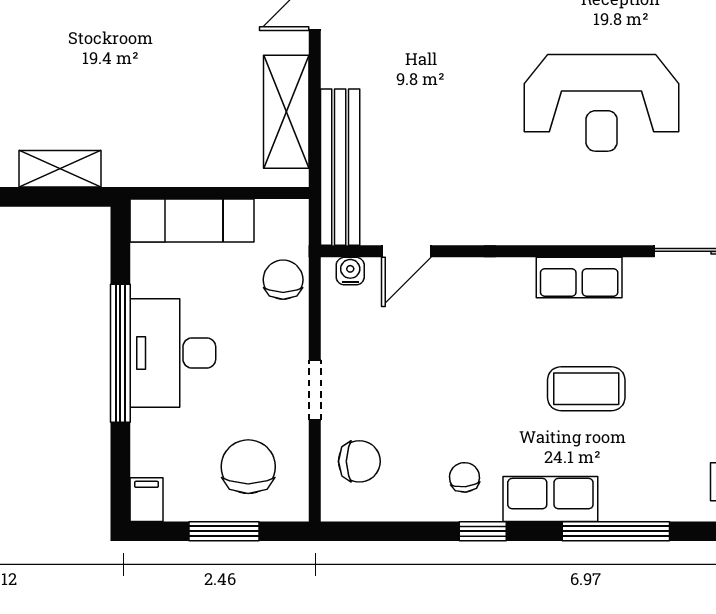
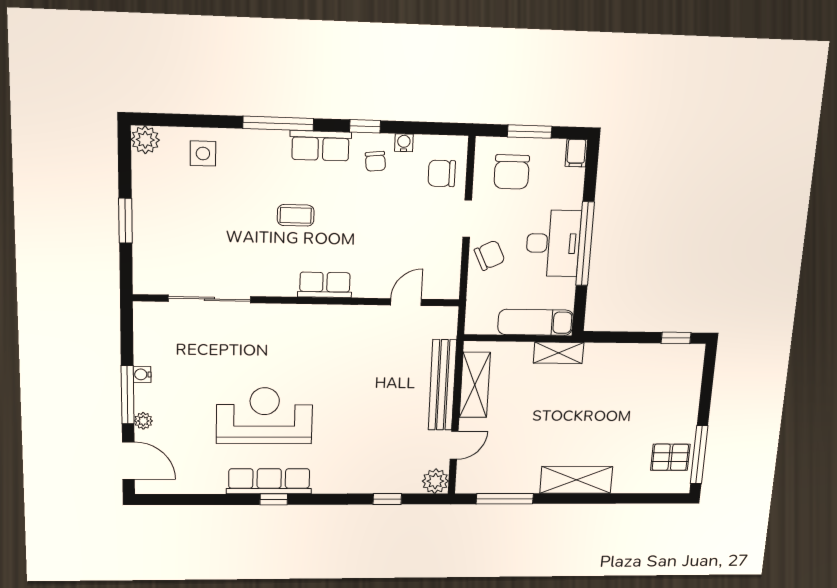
reception desk: (602, 103) -> (264, 416), moved
bench: (340, 167) -> (442, 385), moved
shelving: (60, 169) -> (559, 353), moved
water cooler: (350, 271) -> (404, 143), moved, turned 180
row of seats: (579, 278) -> (325, 285), moved
chair: (283, 280) -> (490, 255), moved, turned -116
coffee table: (586, 389) -> (296, 215), width x0.73, depth x0.77

